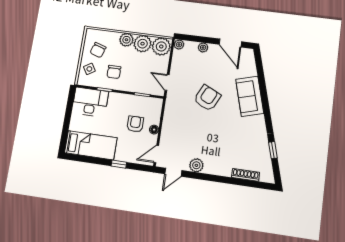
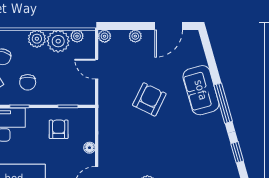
door: (230, 43) -> (169, 26), hinge flipped
plant: (161, 46) -> (77, 36), width x0.53, depth x0.53
door: (167, 82) -> (97, 69), moved
window: (266, 109) -> (223, 103), added
armchair: (135, 124) -> (59, 129), moved

